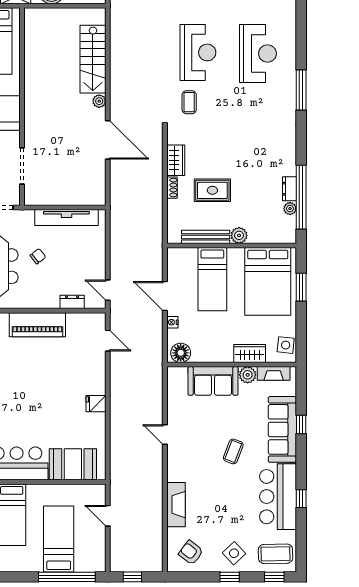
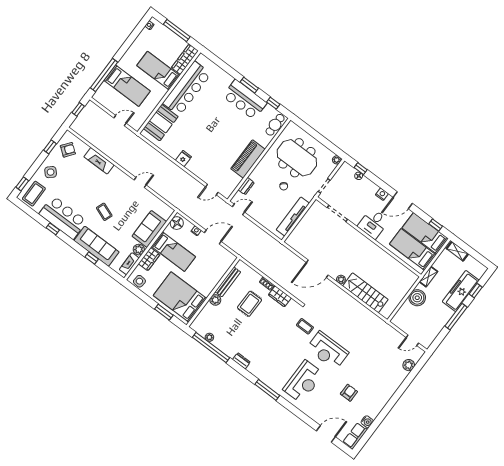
reception desk: (258, 54) -> (303, 382), turned -90
dresser: (289, 189) -> (241, 361), moved
bed: (212, 279) -> (173, 252), moved, turned 180
window: (230, 577) -> (50, 147), moved

